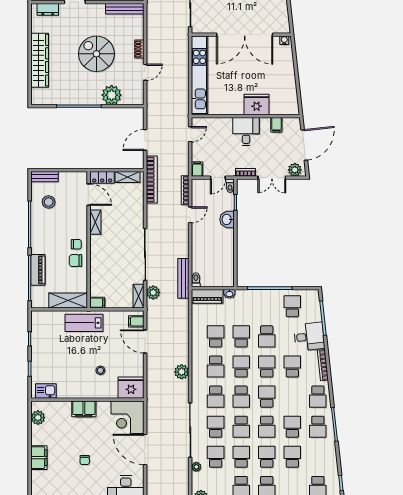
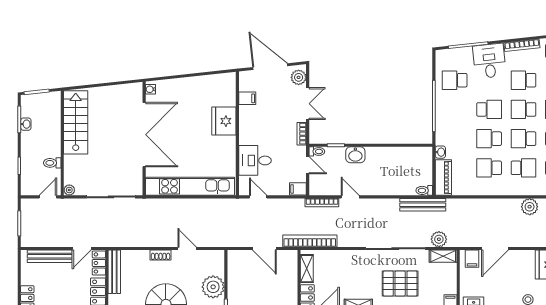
desk: (246, 132) -> (255, 160), moved
pallet: (114, 259) -> (400, 283), added

